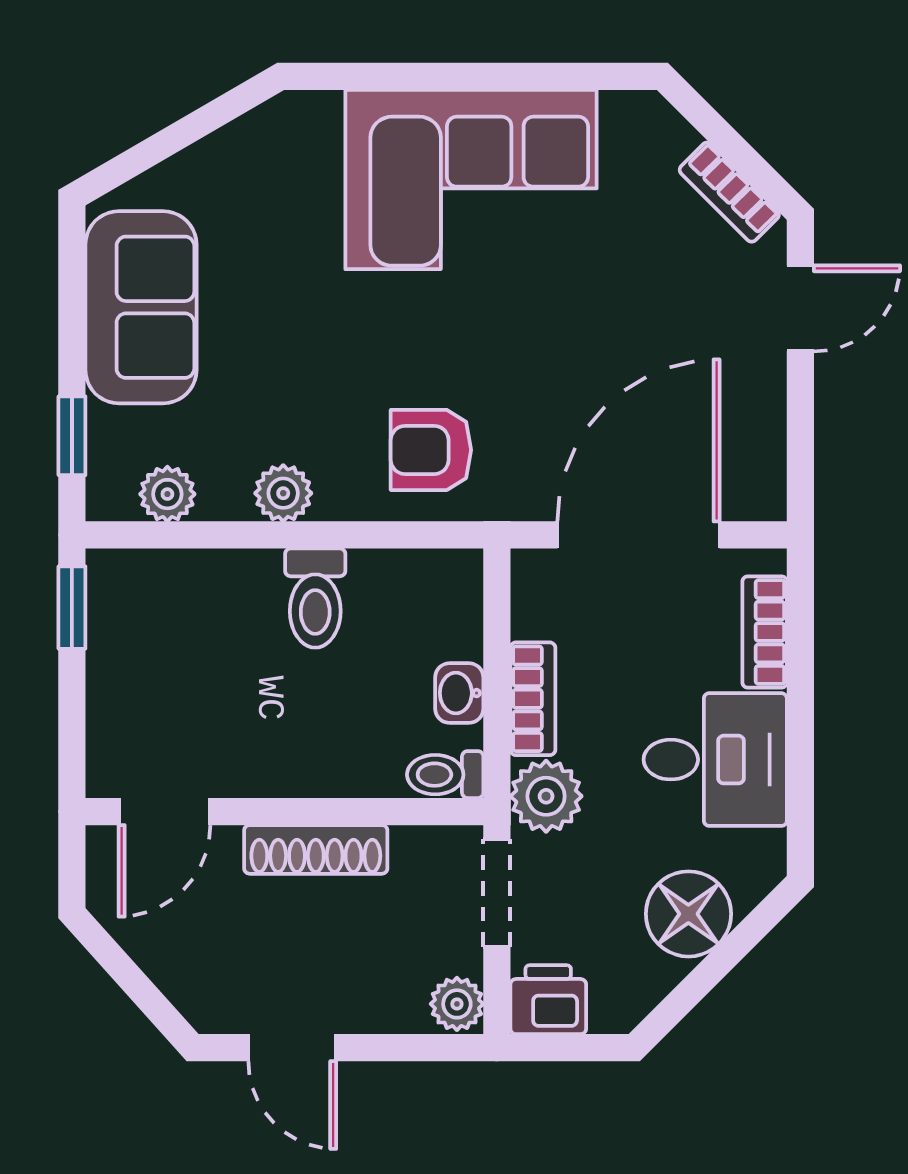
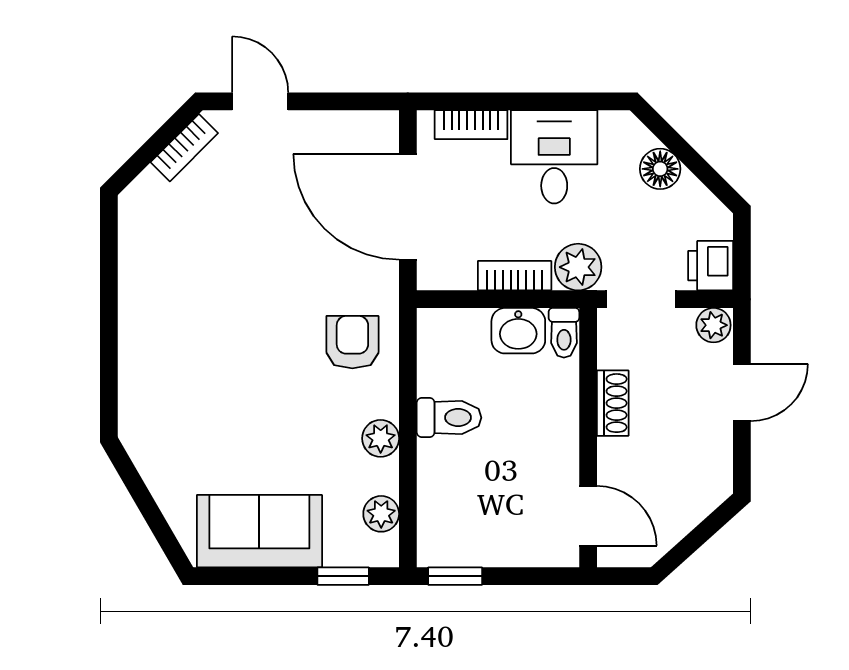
corner sofa: (471, 180) -> (176, 316), removed
armchair: (431, 450) -> (352, 342), turned 180
washbasin: (459, 693) -> (518, 331), width x1.38, depth x1.45
shoe rack: (316, 849) -> (613, 403), width x0.70
floor lamp: (688, 914) -> (660, 169), width x0.73, depth x0.73
door: (292, 1048) -> (742, 393), moved

